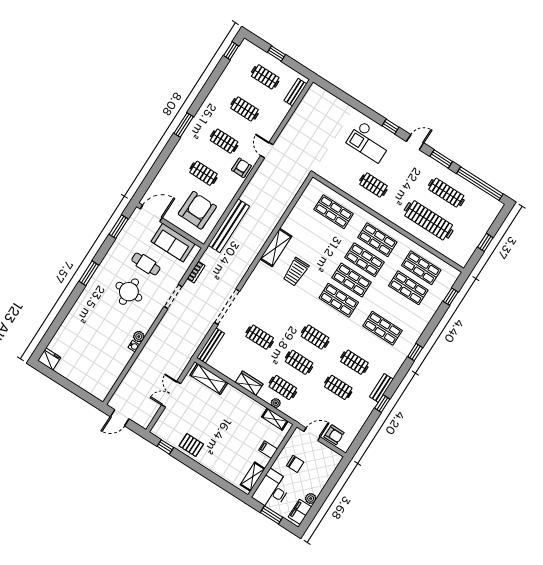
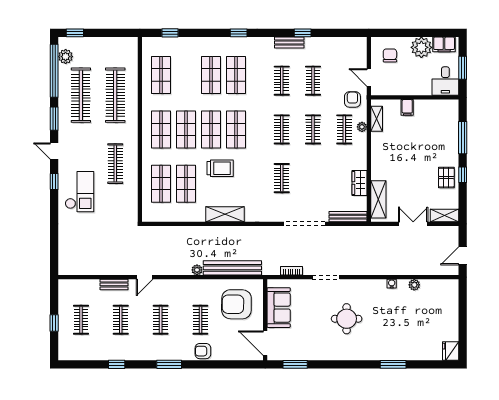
window: (231, 51) -> (117, 364), moved
bench: (295, 92) -> (114, 284), moved
armchair: (241, 168) -> (203, 351), moved
clothes rail: (373, 185) -> (115, 164), width x1.36
clothes rail: (446, 193) -> (81, 95), width x1.37, depth x1.31
plant: (245, 196) -> (197, 270), added
plant: (485, 200) -> (66, 57), added
shop shelf: (321, 232) -> (186, 184), added
window: (485, 242) -> (75, 33), moved
cafe table: (146, 264) -> (313, 319), removed
trolley: (296, 272) -> (220, 168), moved
window: (89, 273) -> (393, 364), moved
shop shelf: (408, 288) -> (211, 75), moved
plant: (139, 337) -> (414, 285), moved
clothes rail: (260, 337) -> (282, 178), moved
wardrobe: (249, 383) -> (360, 183), moved
double door: (171, 394) -> (413, 224), swing flipped
door: (120, 418) -> (463, 256), swing flipped
armchair: (334, 435) -> (352, 99), moved
window: (165, 447) -> (463, 175), moved
chair: (295, 464) -> (390, 55), moved
shelving: (253, 477) -> (445, 216), moved
window: (215, 479) -> (463, 138), added
desk: (272, 490) -> (445, 81), width x0.73
plant: (311, 499) -> (421, 47), width x1.88, depth x1.88

